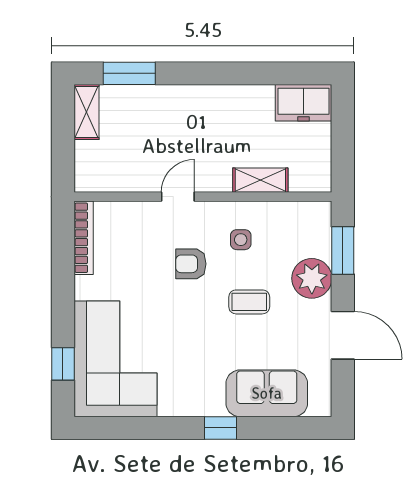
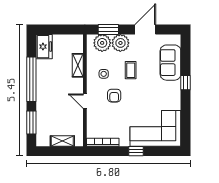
window: (228, 73) -> (31, 79), added
shelving: (87, 112) -> (62, 141), moved
plant: (312, 236) -> (102, 43), added
window: (63, 364) -> (136, 151), moved

